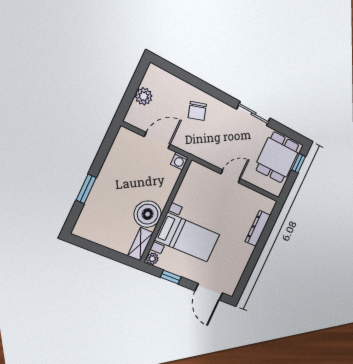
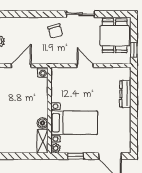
chair: (197, 111) -> (55, 31), moved
window: (299, 163) -> (134, 50), moved
door: (231, 176) -> (85, 66), hinge flipped
boiler: (148, 214) -> (43, 123), width x0.54, depth x0.54

